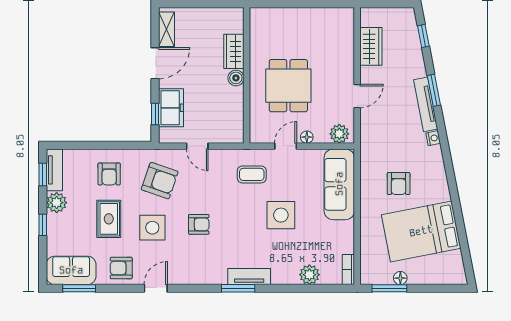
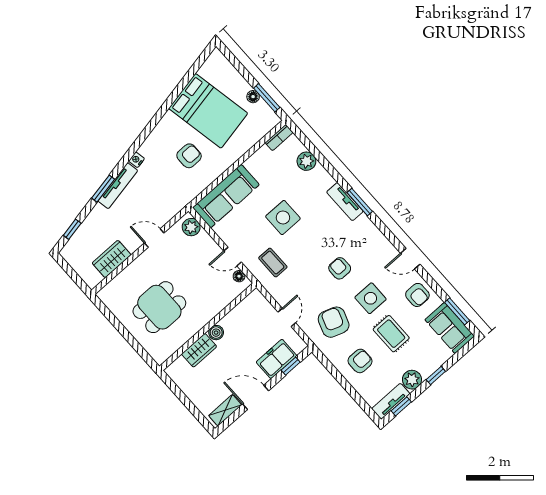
dining table: (288, 86) -> (159, 307), moved
floor lamp: (307, 137) -> (239, 276), moved
rug: (109, 219) -> (391, 334), turned 90

